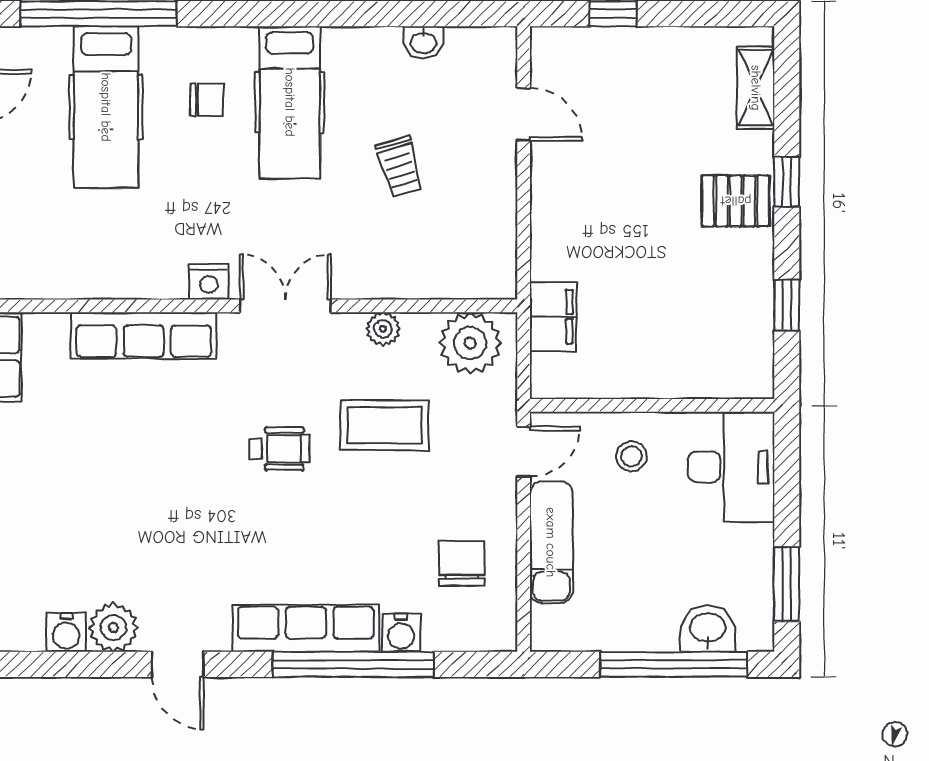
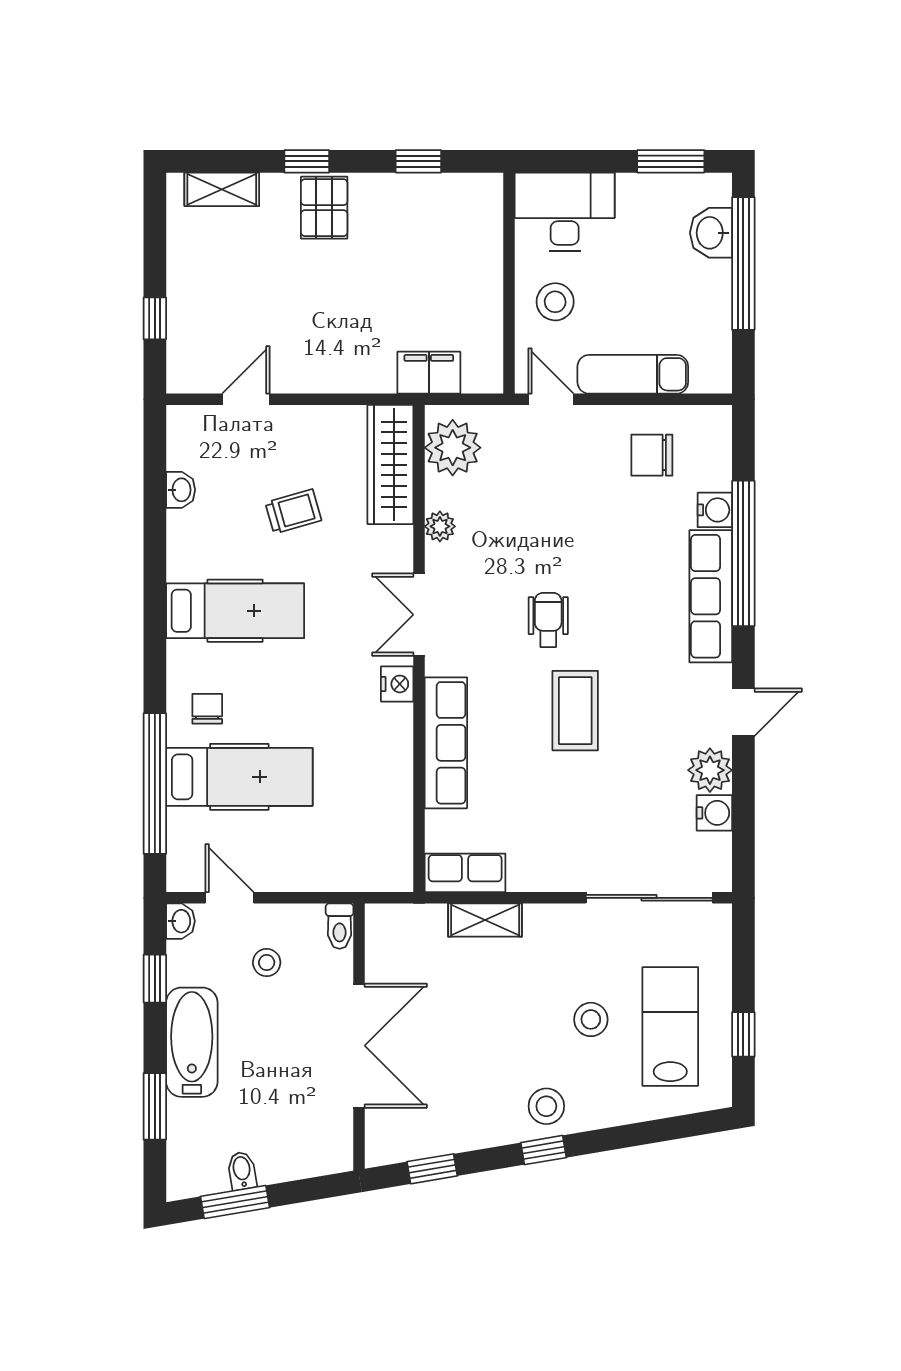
chair: (207, 100) -> (207, 709), moved
wardrobe: (451, 274) -> (390, 465), added
coffee table: (384, 425) -> (575, 711), moved
stool: (631, 456) -> (555, 302), width x1.37, depth x1.37

